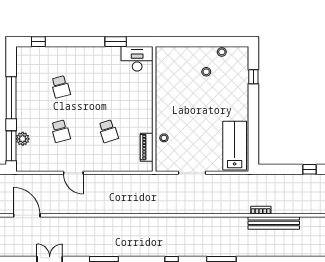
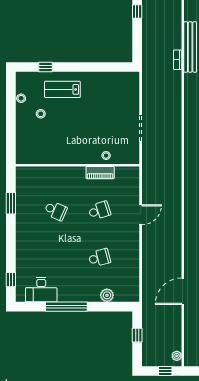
desk: (137, 59) -> (41, 290), moved, turned -90
school desk: (61, 87) -> (56, 211), moved, turned 39
window: (11, 146) -> (114, 307), removed
lab bench: (235, 146) -> (62, 89), moved, width x0.73, depth x0.72
piano: (147, 147) -> (100, 173), moved
door: (73, 173) -> (141, 215), moved

